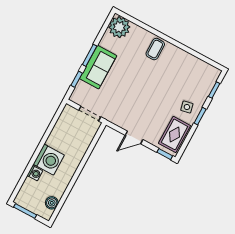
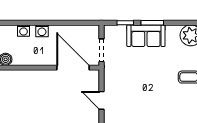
door: (91, 147) -> (73, 68), added
washing machine: (49, 160) -> (42, 31), width x0.53, depth x0.53

